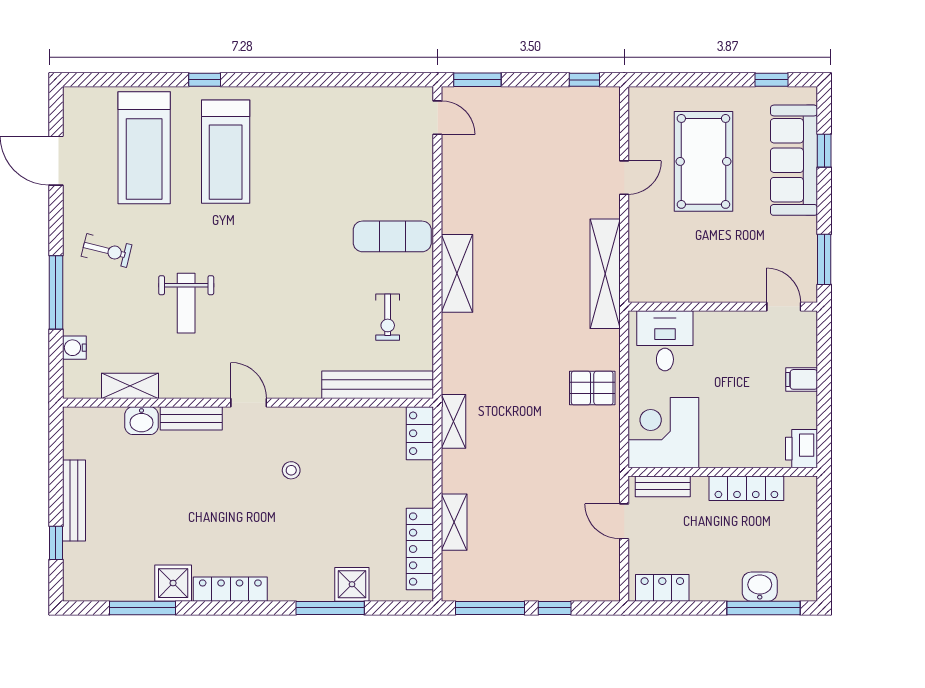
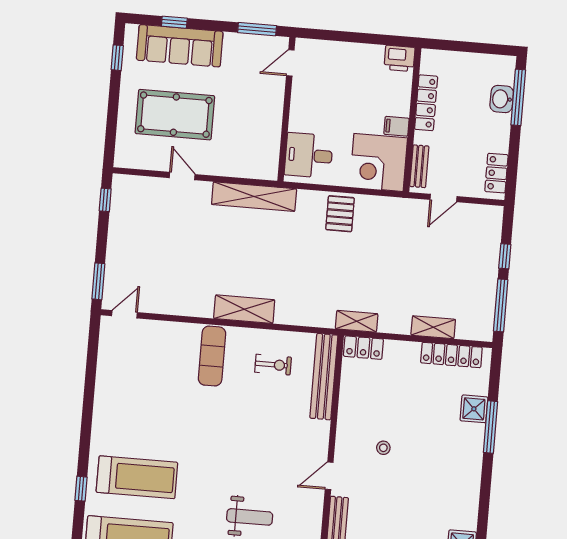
filing cabinet: (802, 379) -> (396, 126), moved, turned 90
locker: (230, 589) -> (470, 502), removed

